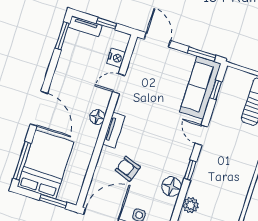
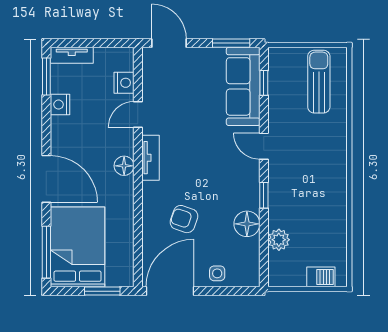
window: (106, 23) -> (97, 43), removed
nightstand: (66, 59) -> (60, 105), added
tv unit: (114, 130) -> (151, 158), moved

